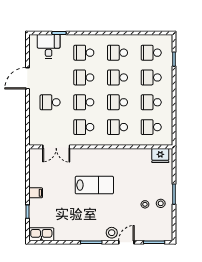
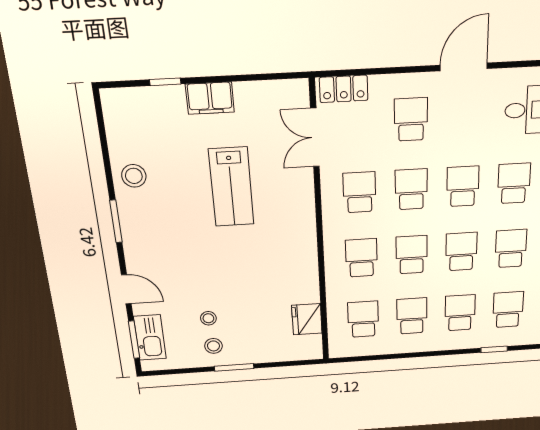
door: (27, 78) -> (464, 67), hinge flipped
locker: (35, 133) -> (344, 89), added
fridge: (160, 155) -> (307, 319), moved
lab bench: (94, 185) -> (231, 187), moved
filing cabinet: (36, 193) -> (210, 98), width x2.00
stool: (112, 233) -> (134, 176), moved
kitchen sink: (41, 234) -> (150, 337), moved

